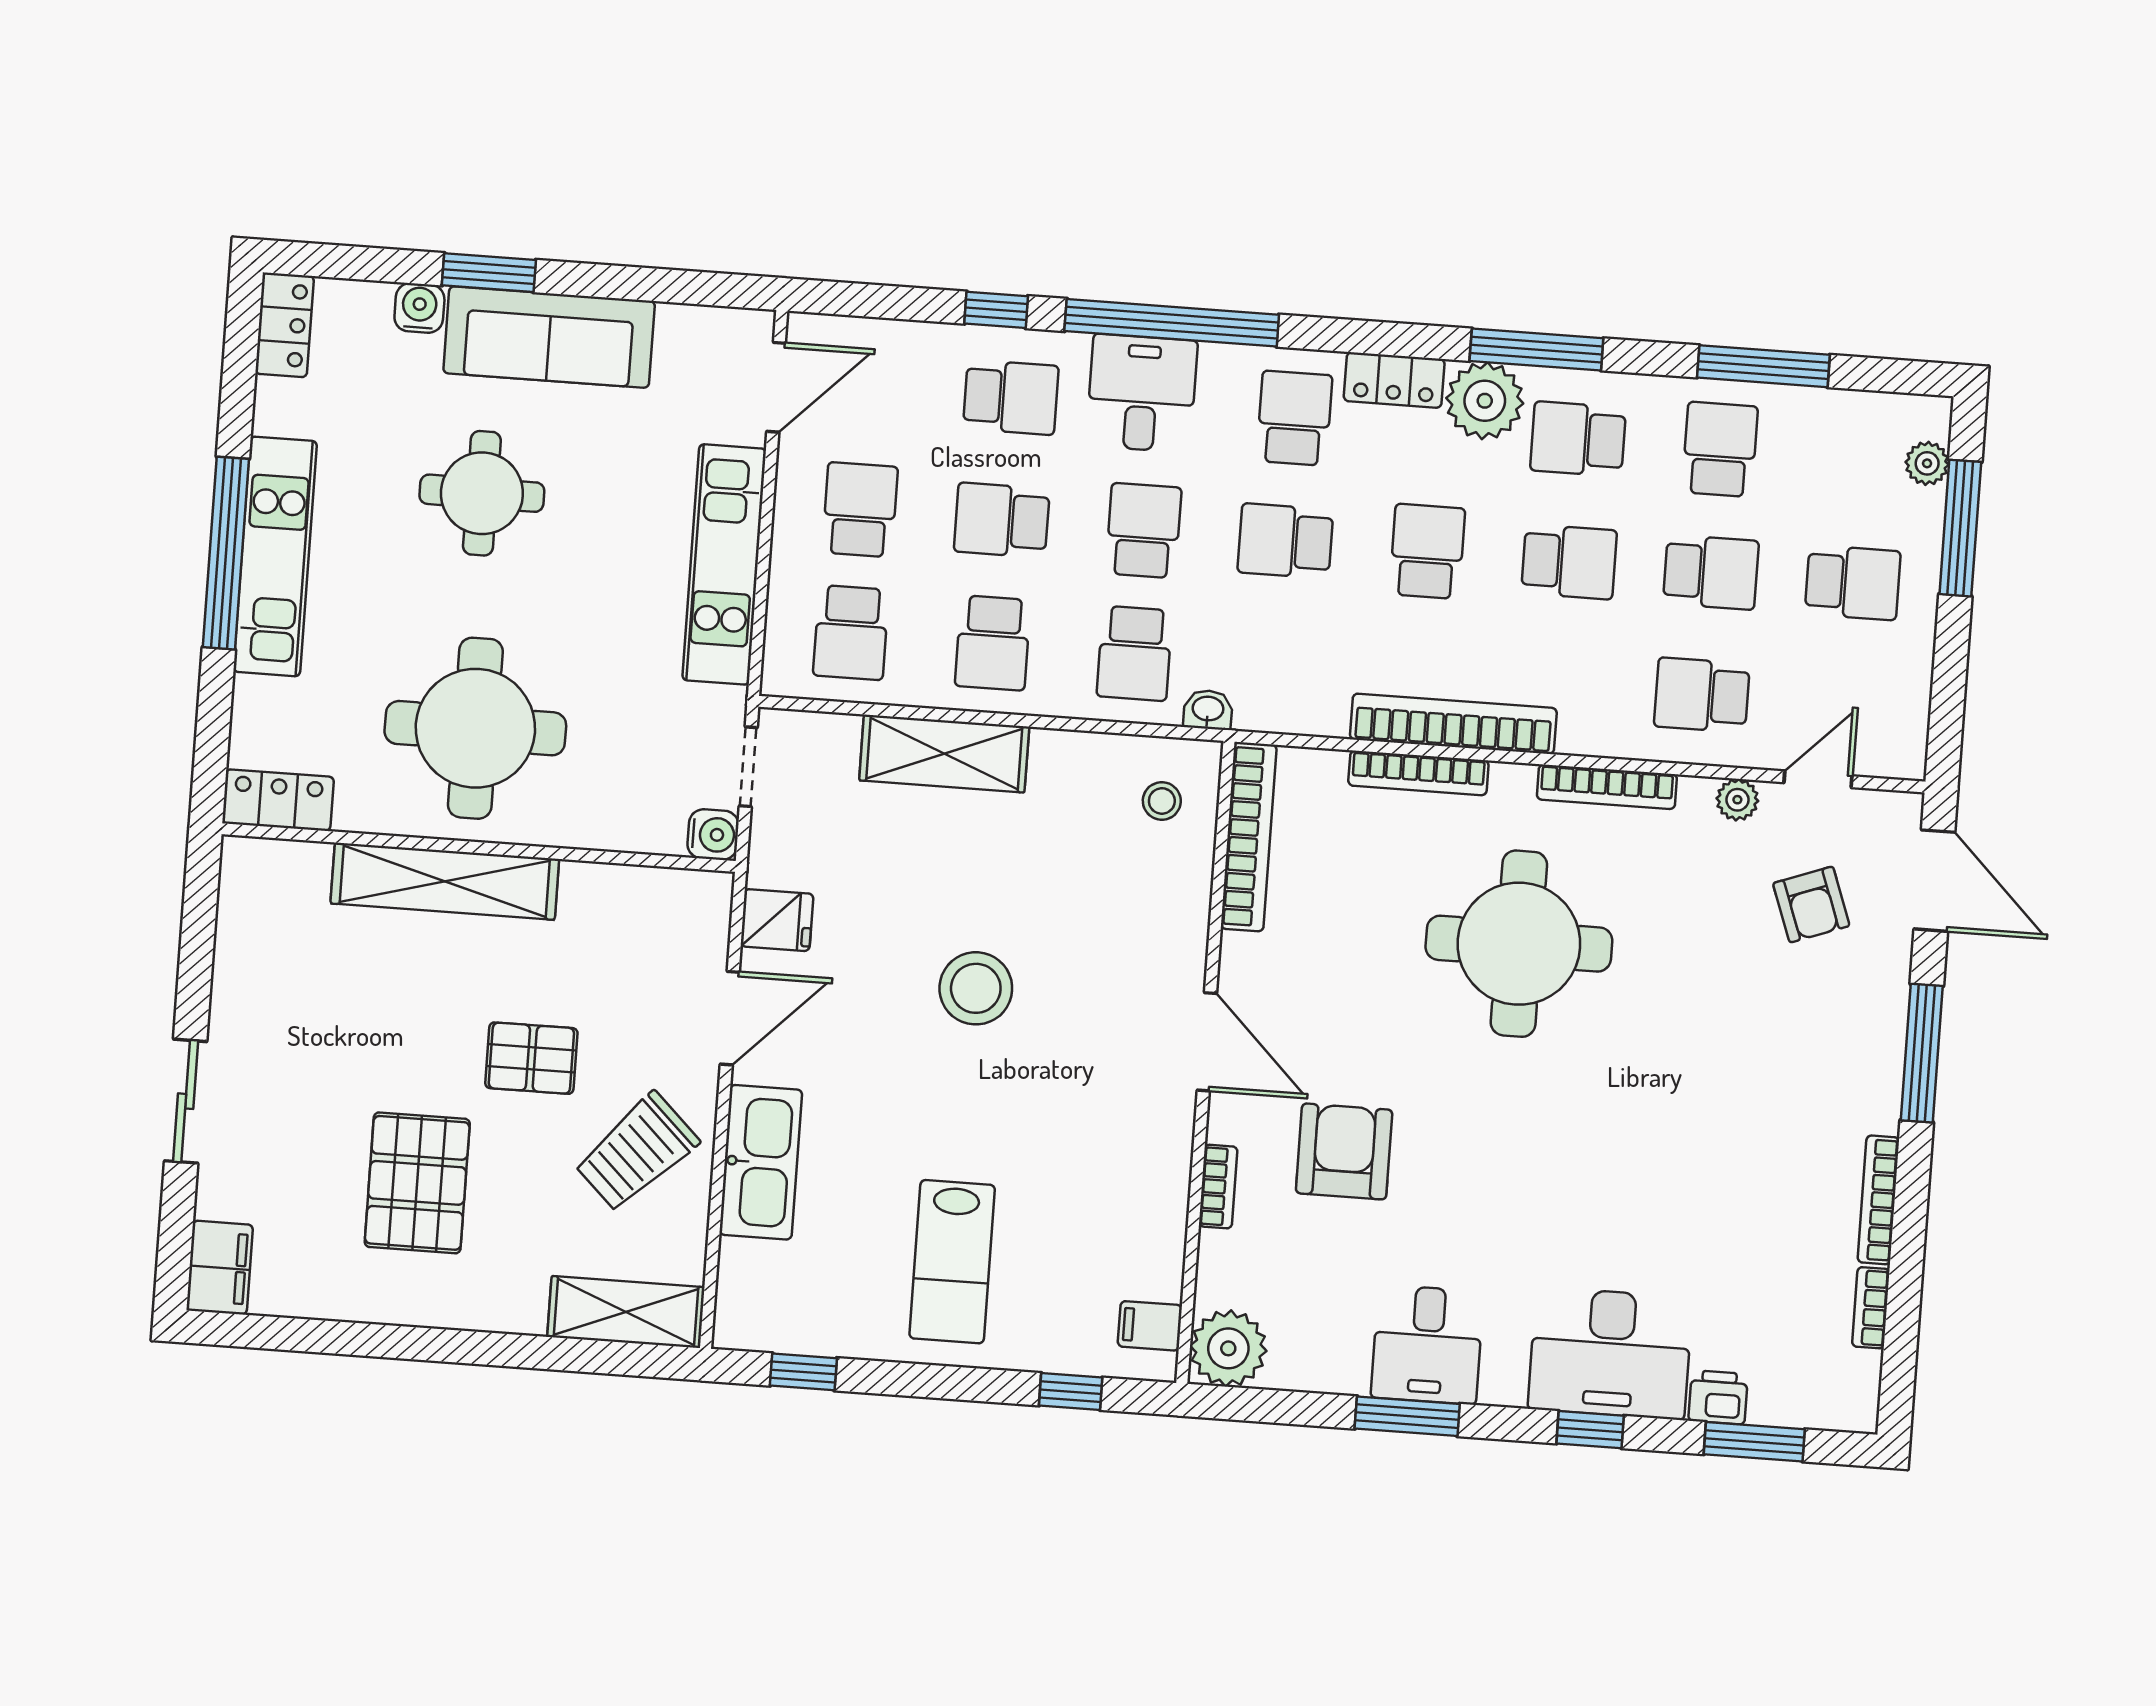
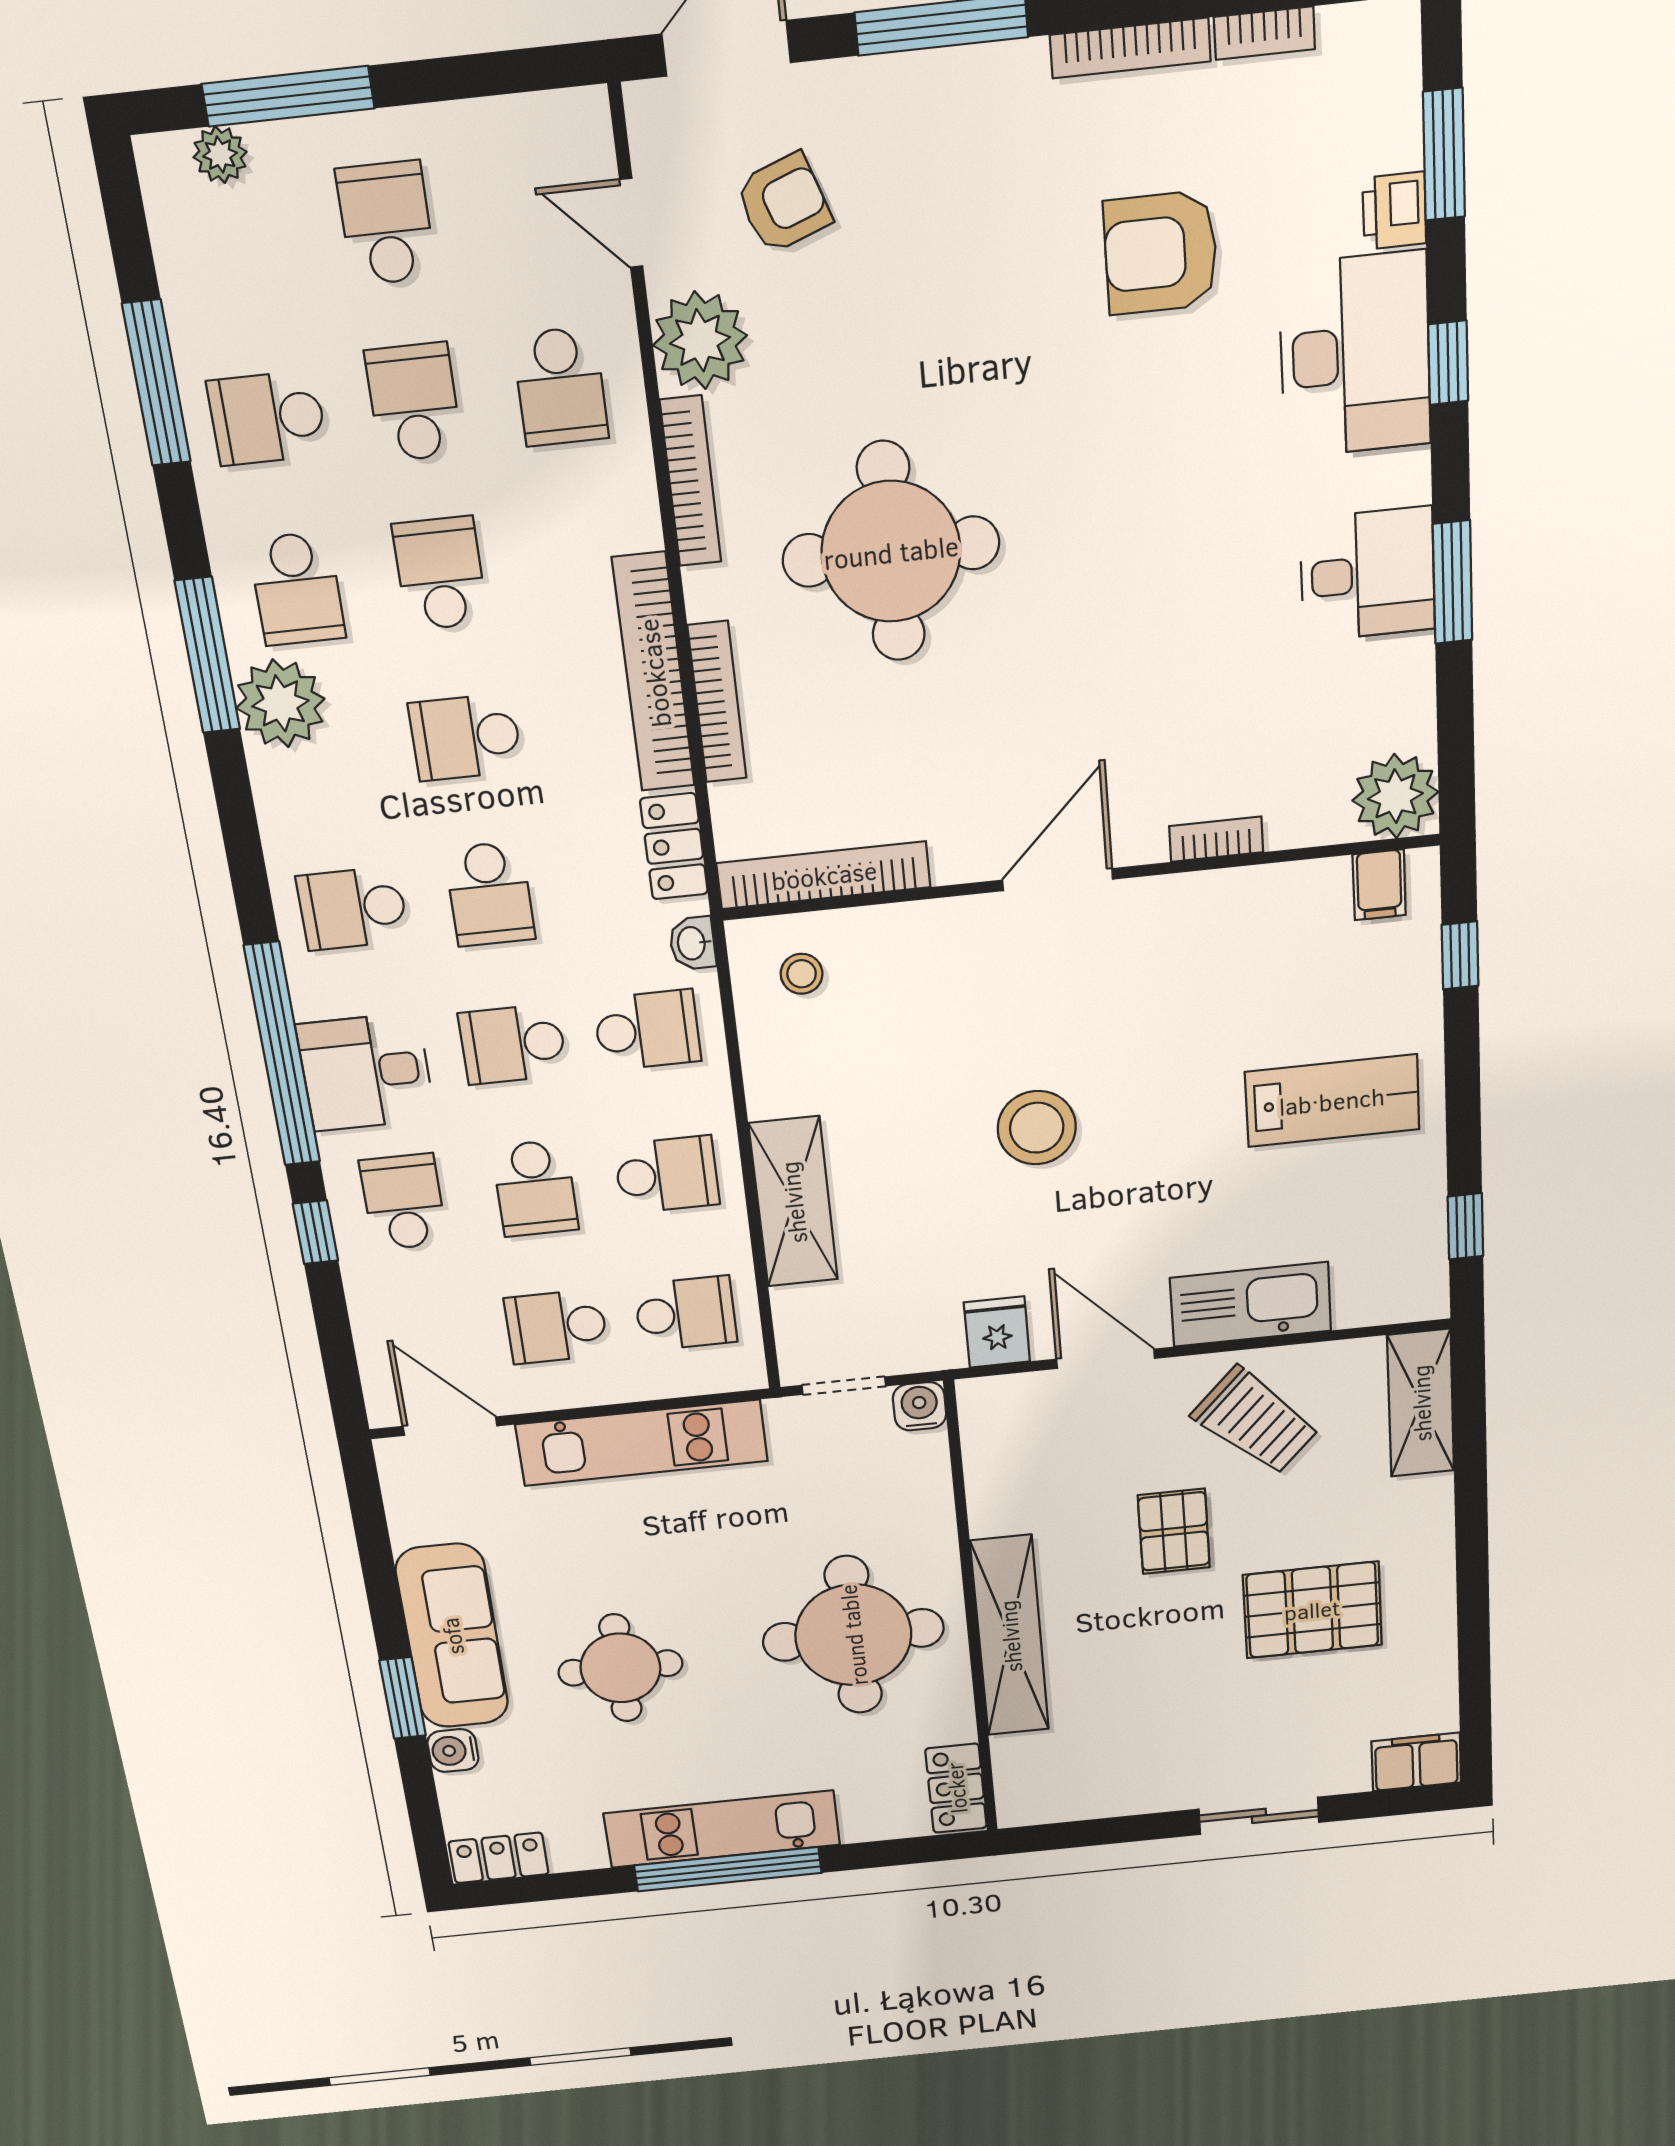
locker: (1394, 380) -> (674, 846), moved, turned 180
plant: (1737, 800) -> (700, 340), width x1.88, depth x1.88
armchair: (1344, 1151) -> (1161, 253), moved

